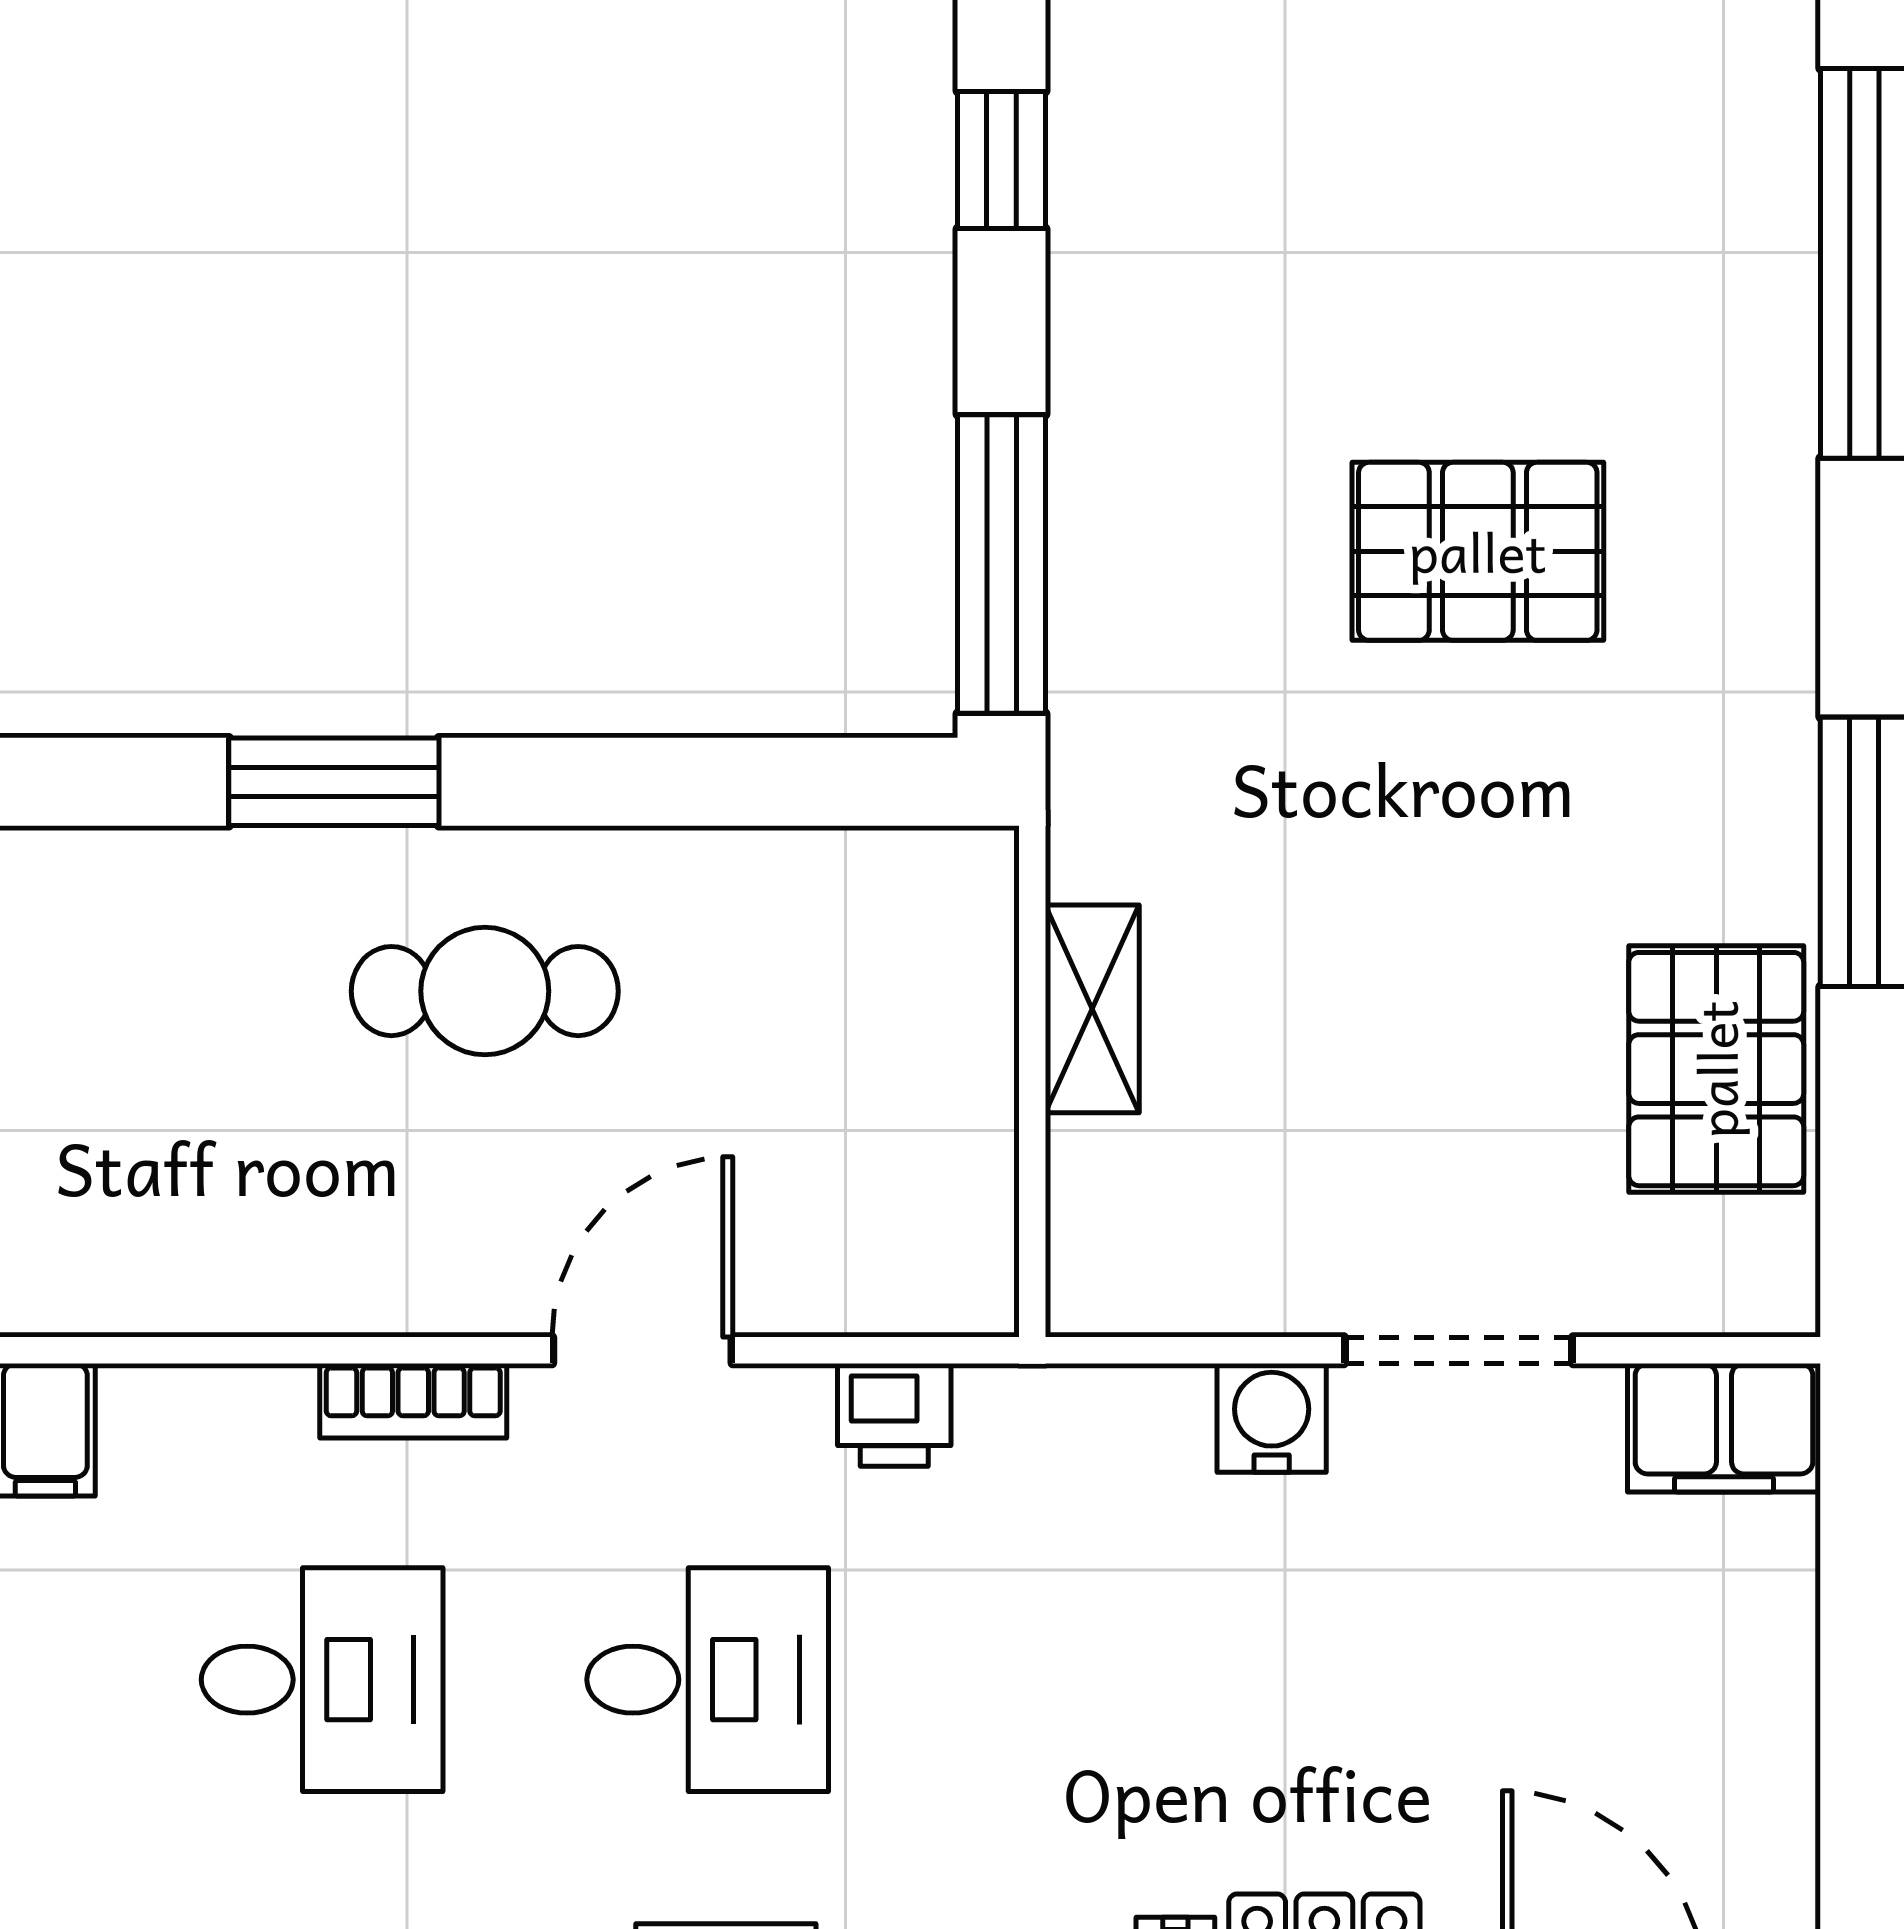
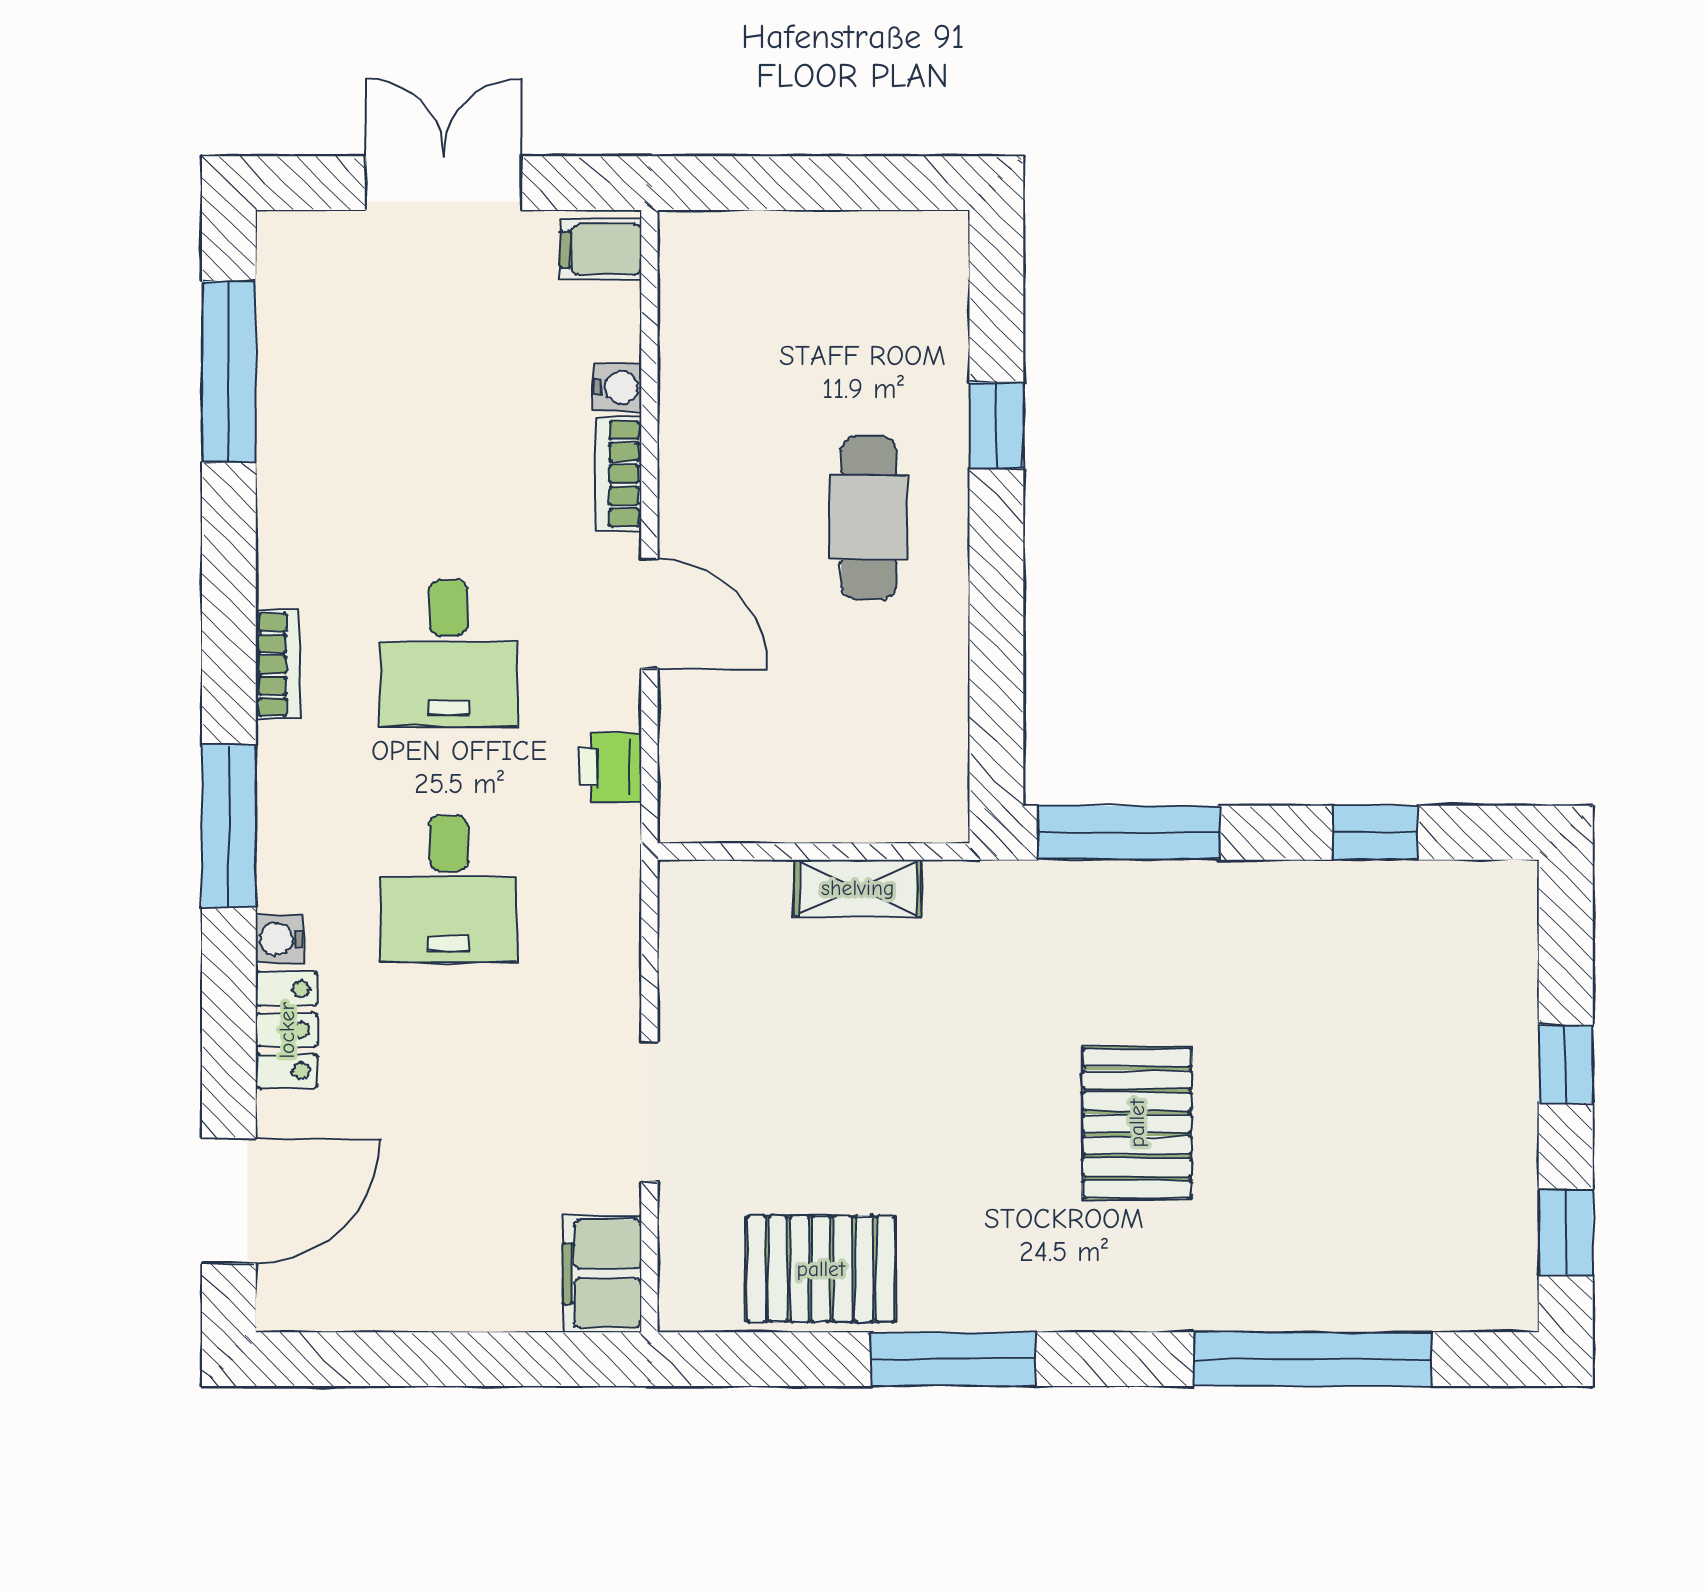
window: (334, 782) -> (996, 425), width x0.67
water cooler: (1272, 1418) -> (617, 387), moved, width x0.72, depth x0.72
desk: (322, 1680) -> (449, 889), moved

